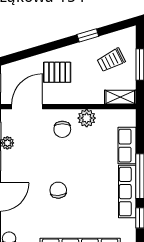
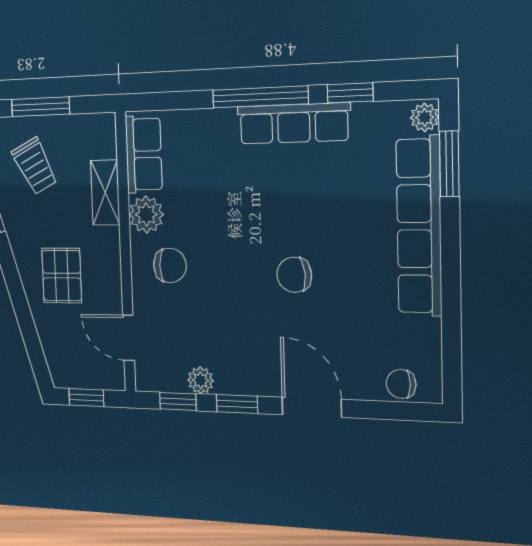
shelving: (120, 97) -> (105, 193), moved
door: (27, 107) -> (129, 338), width x0.73
row of seats: (127, 146) -> (144, 154), moved, turned -90

